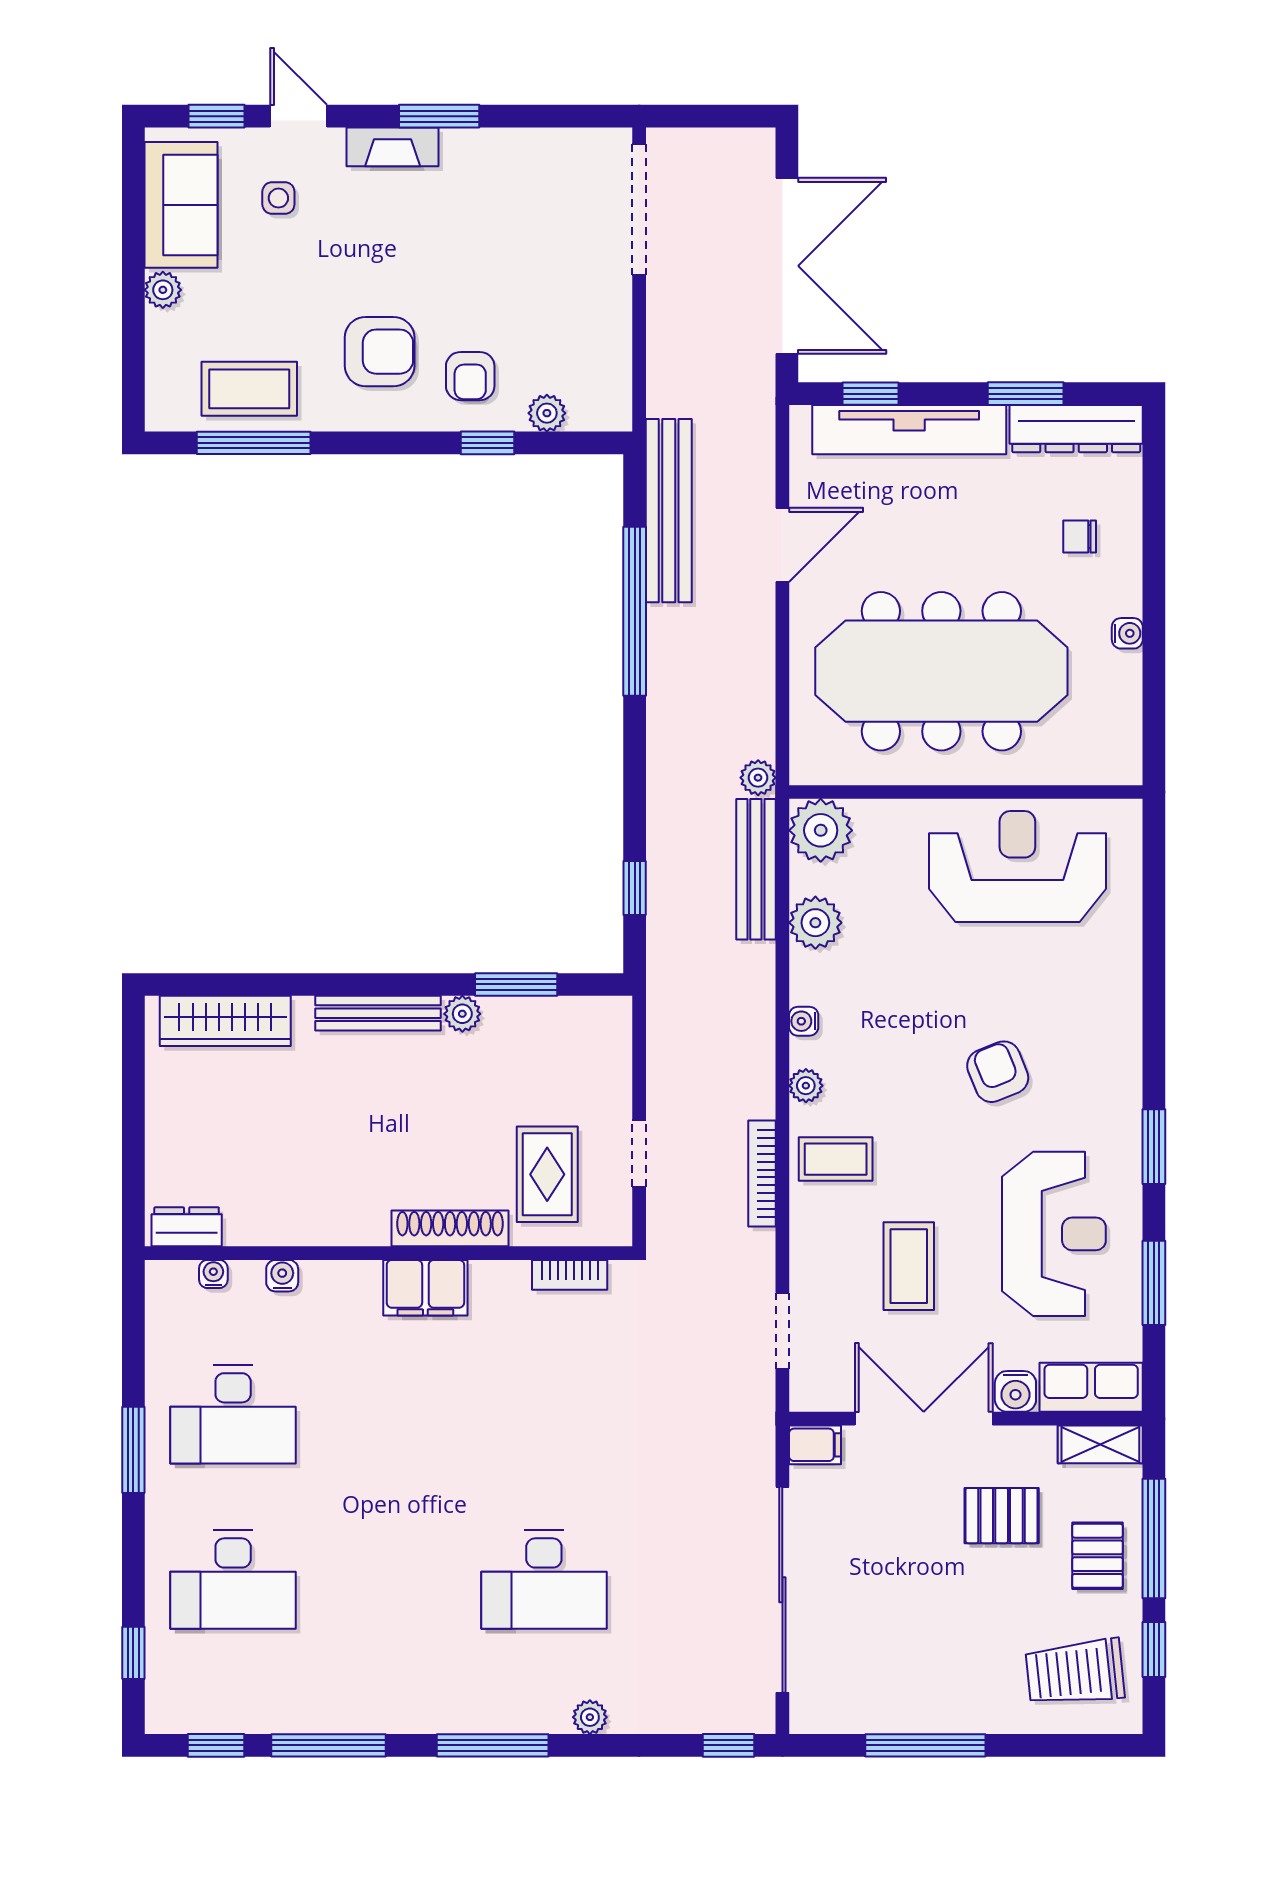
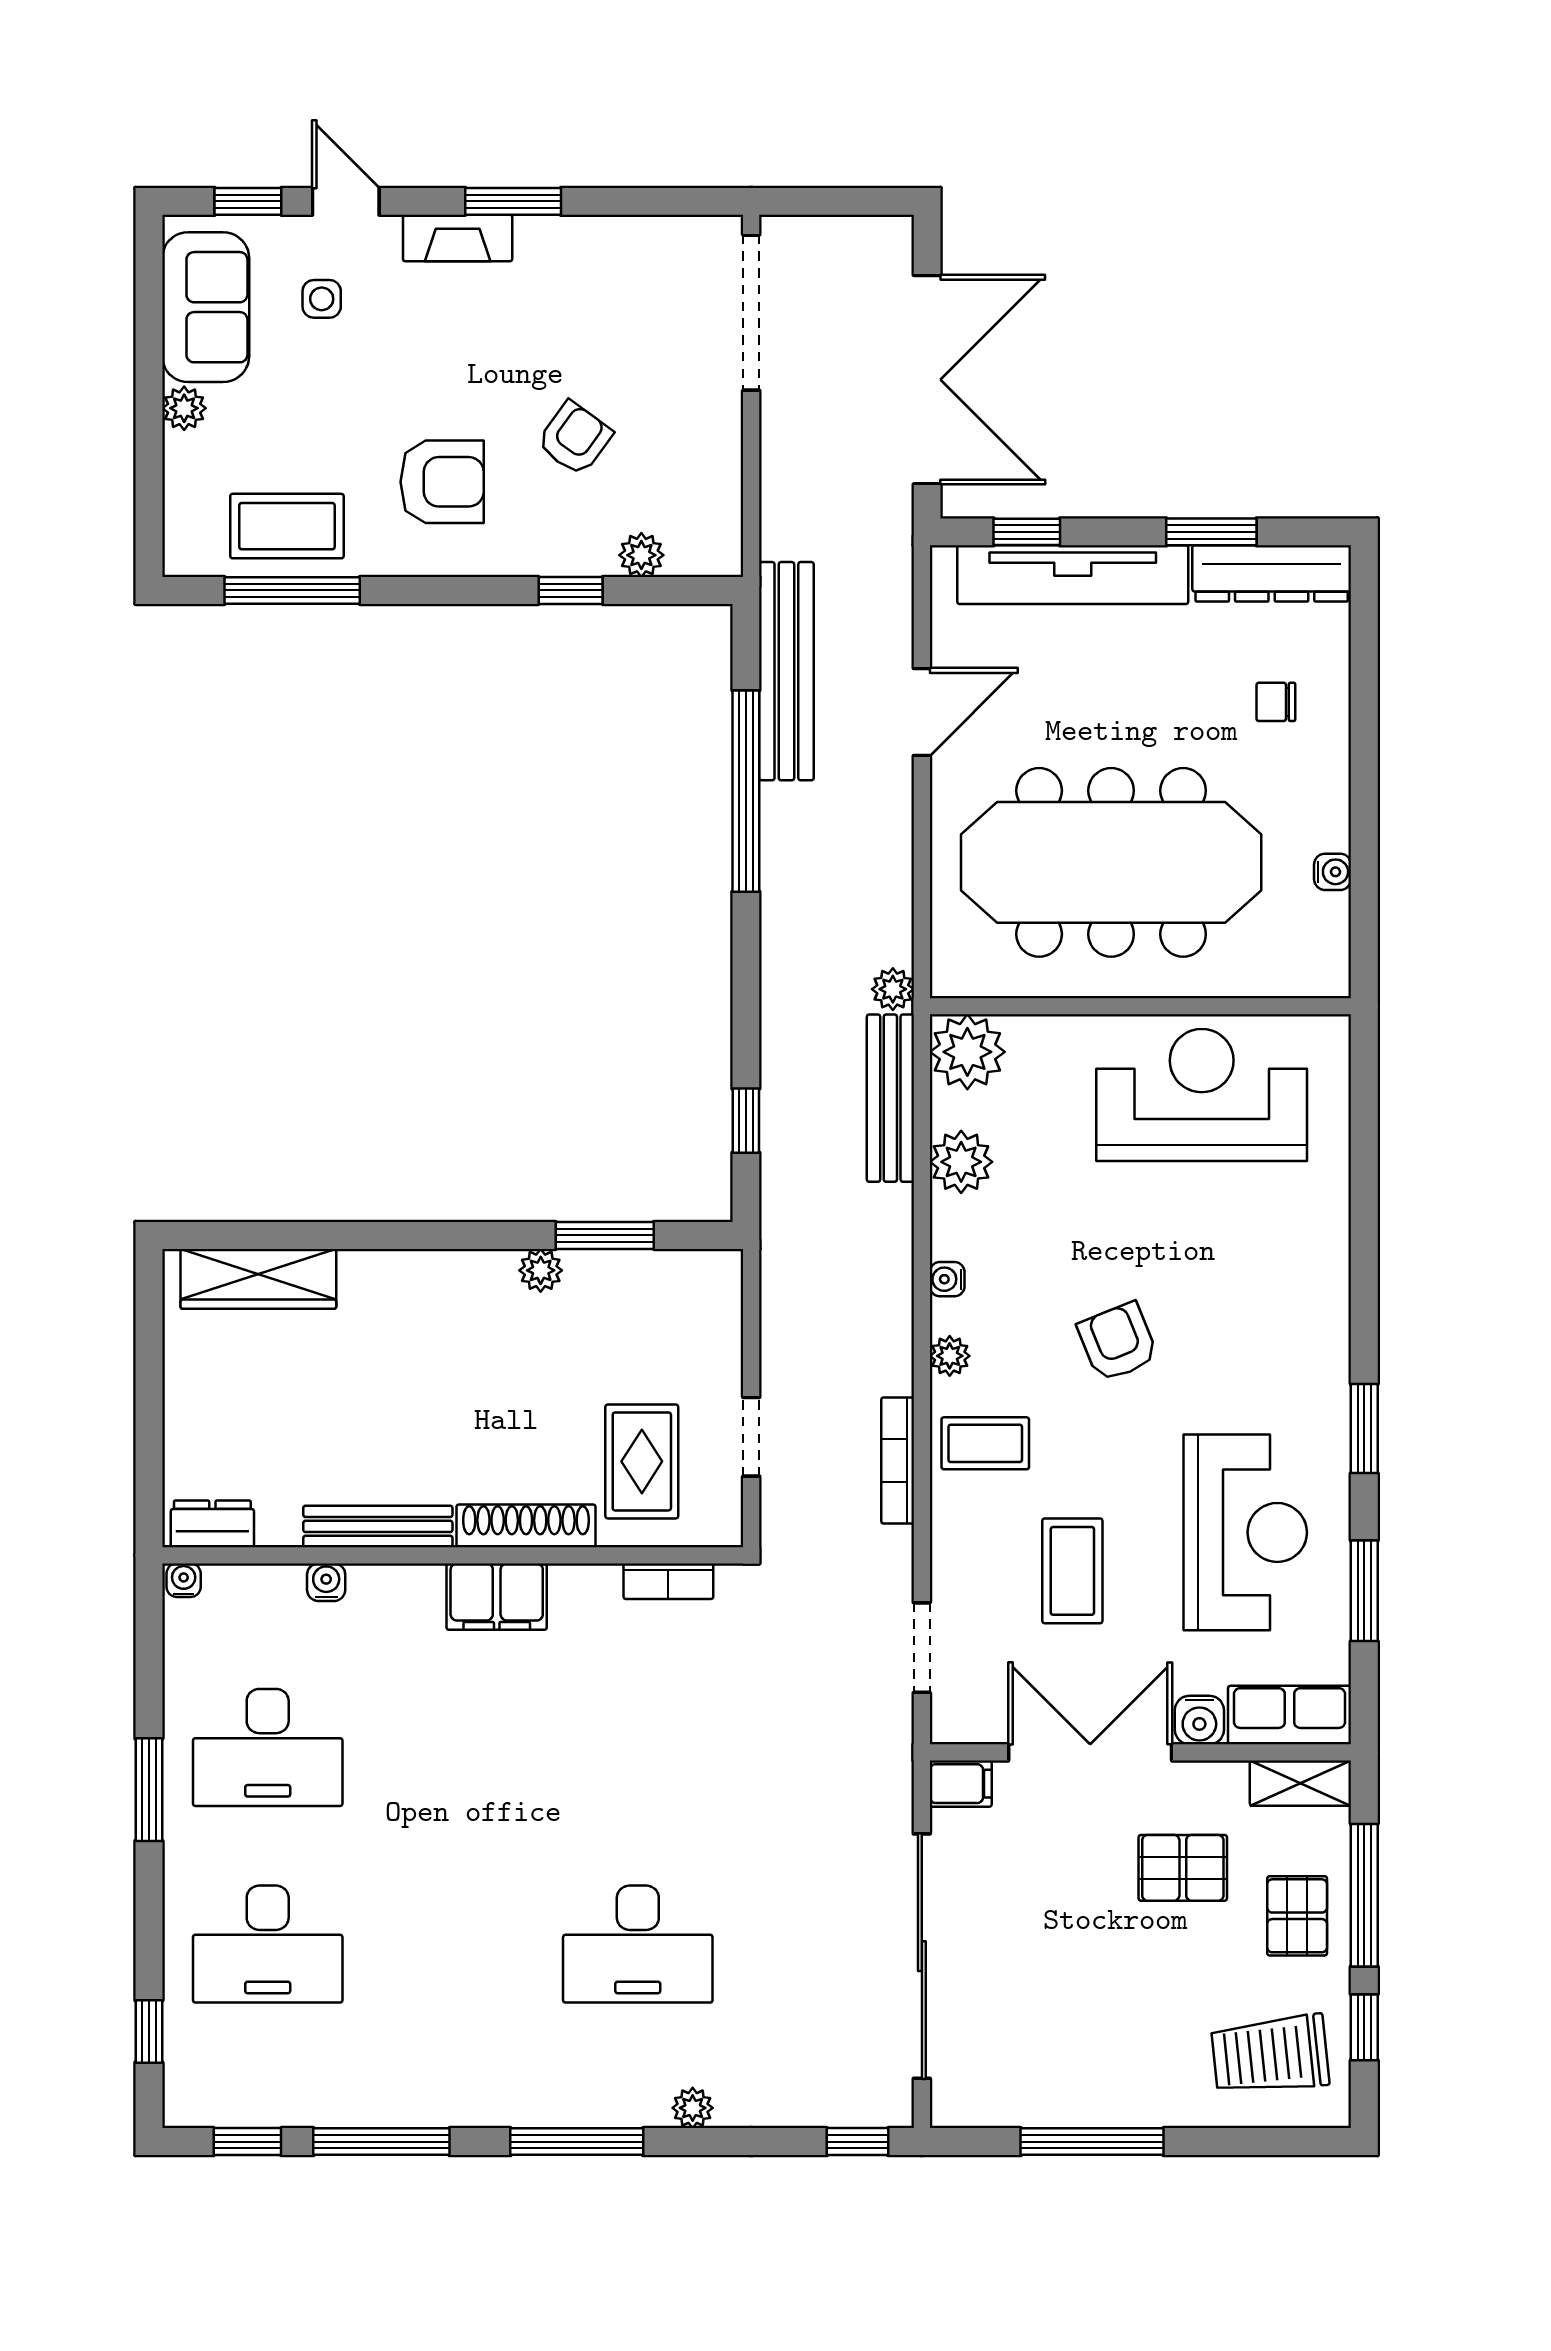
armchair: (470, 376) -> (575, 438), moved, turned -144
water cooler: (1127, 633) -> (1333, 872), moved
bench: (378, 1013) -> (378, 1526), moved
armchair: (998, 1072) -> (1118, 1342), moved
water cooler: (213, 1274) -> (184, 1580), moved

